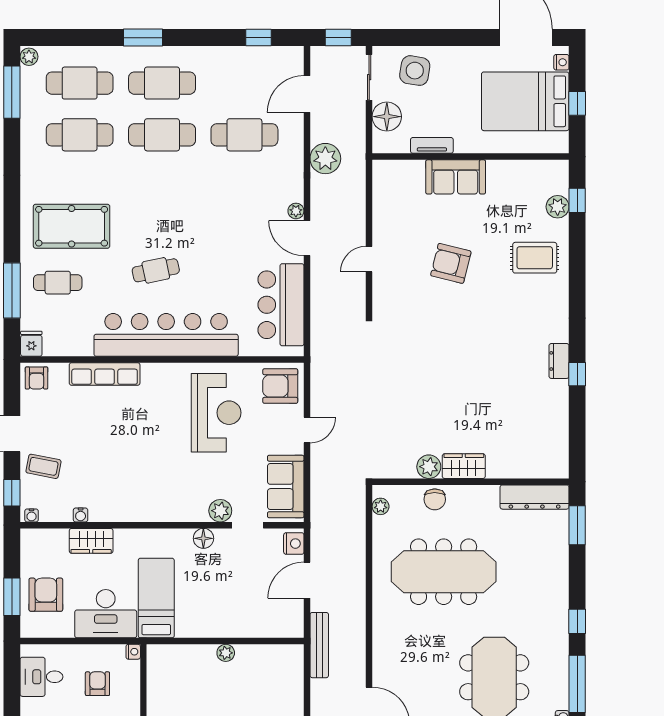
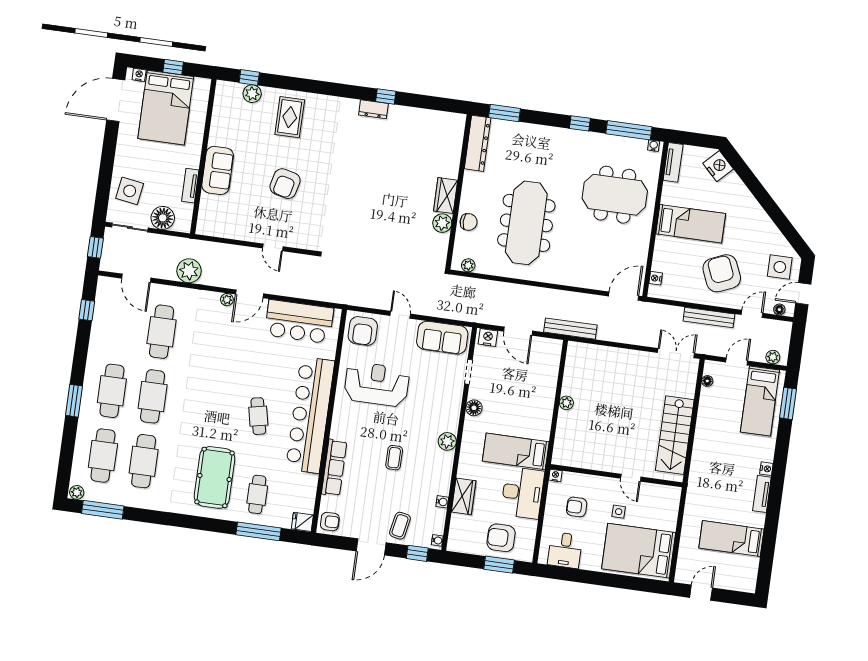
coffee table: (127, 447) -> (394, 458), added
plant: (220, 511) -> (447, 441), moved

